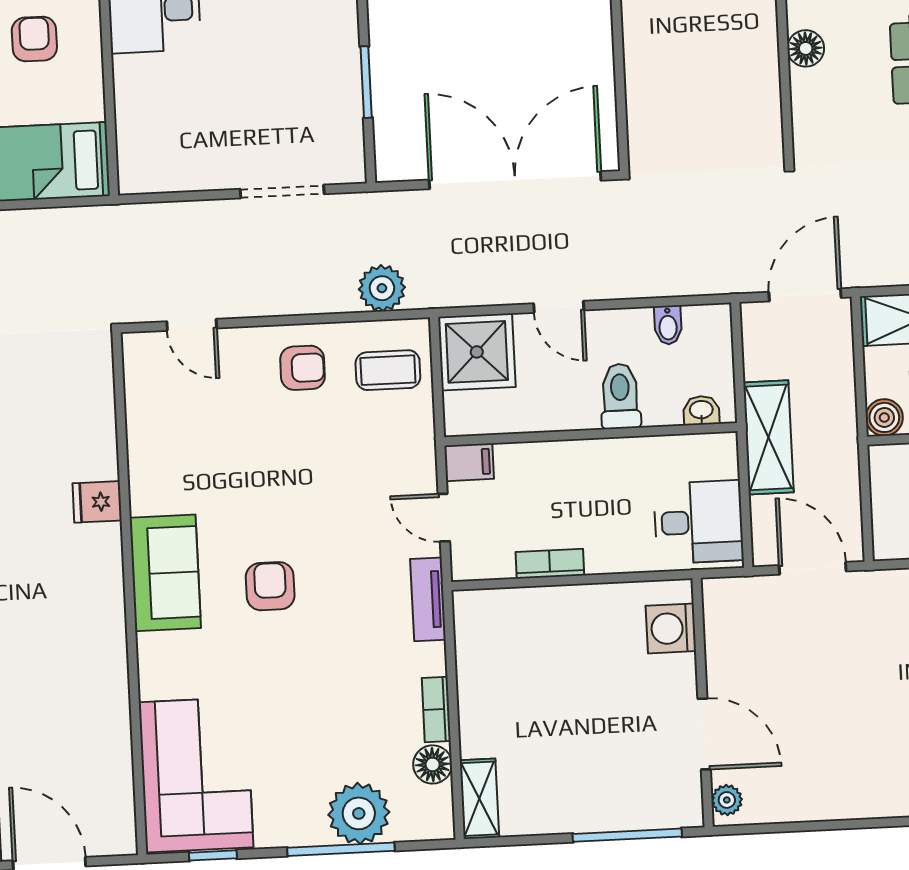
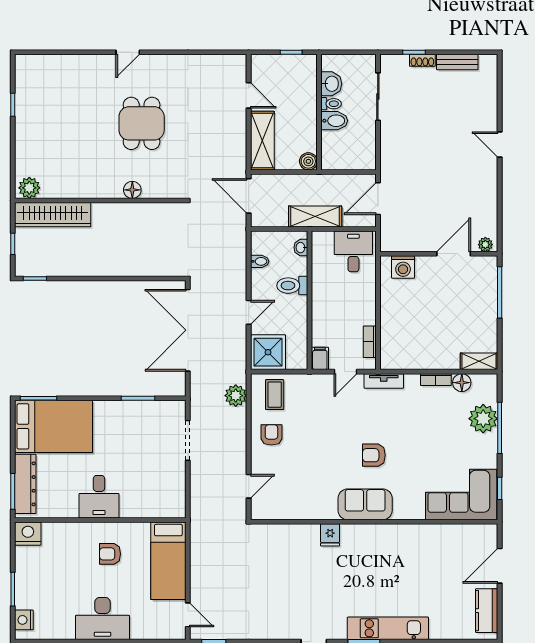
bookcase: (550, 564) -> (370, 342), moved

